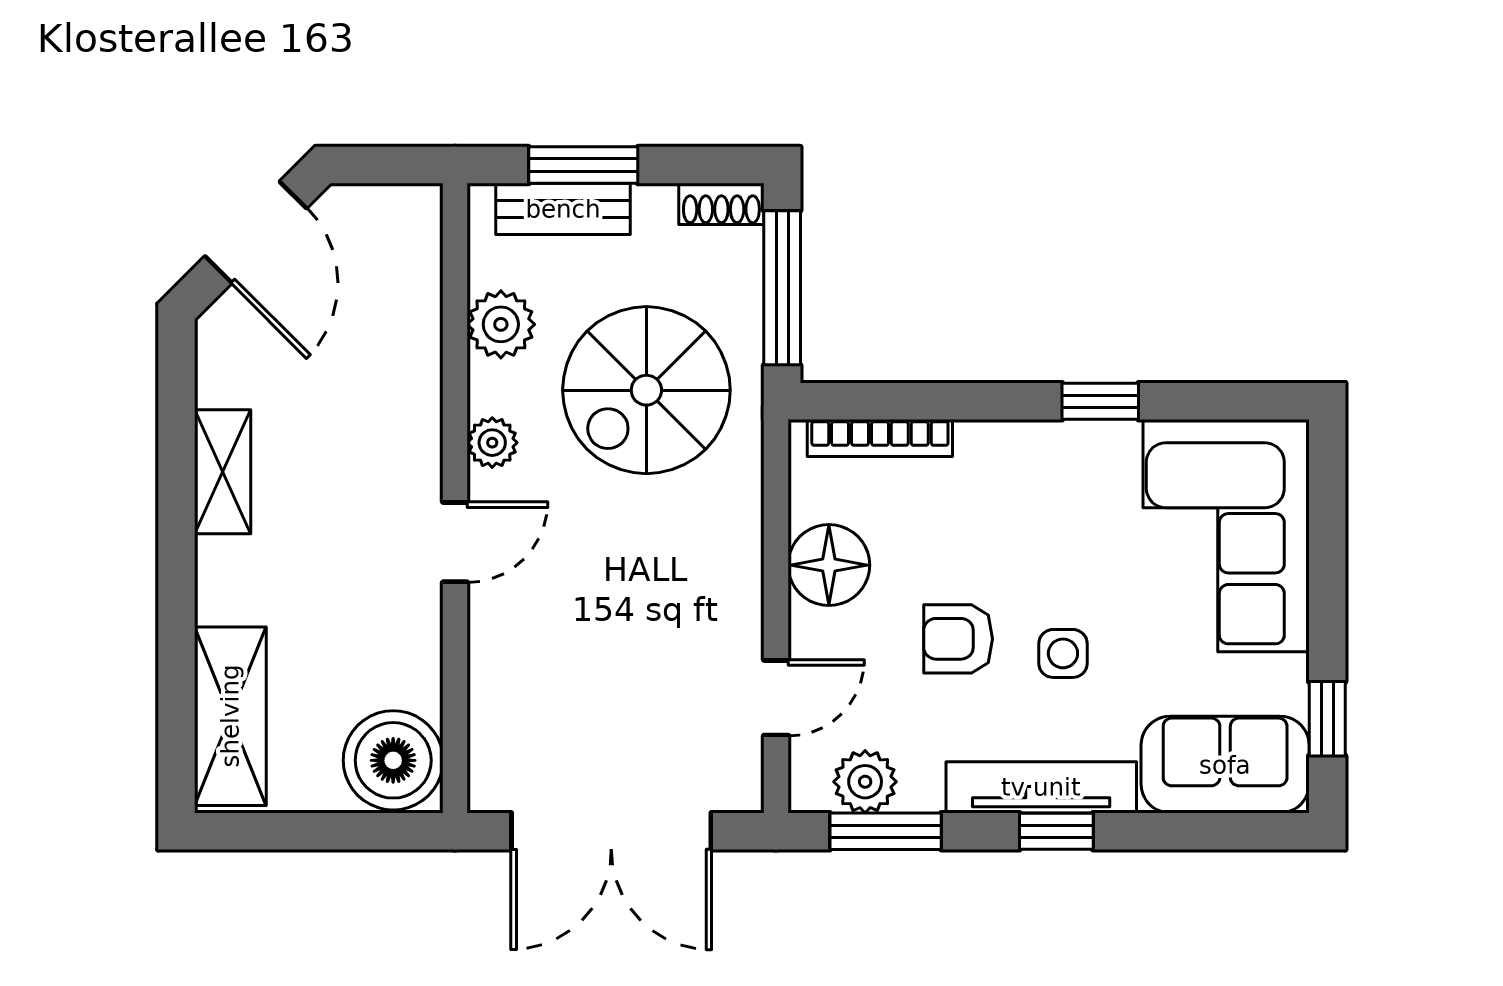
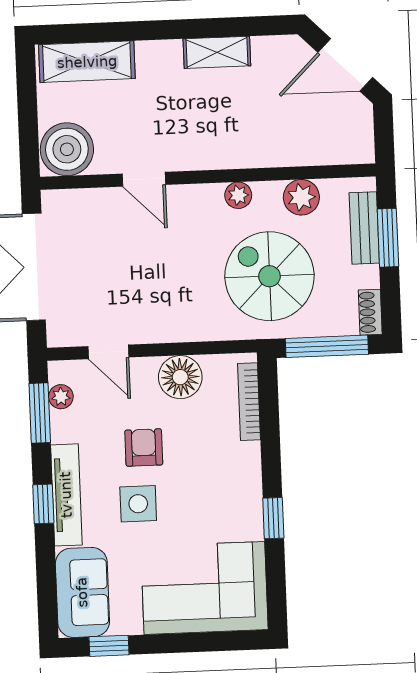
door: (455, 542) -> (144, 179), moved
side table: (1063, 653) -> (138, 504), width x1.37, depth x1.37
plant: (865, 782) -> (61, 397), width x0.73, depth x0.73

